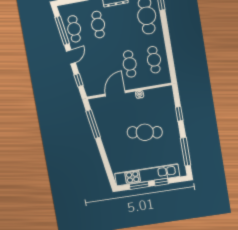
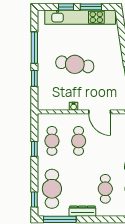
window: (169, 50) -> (34, 149), added
door: (115, 93) -> (100, 112), hinge flipped
window: (186, 152) -> (34, 48), moved

